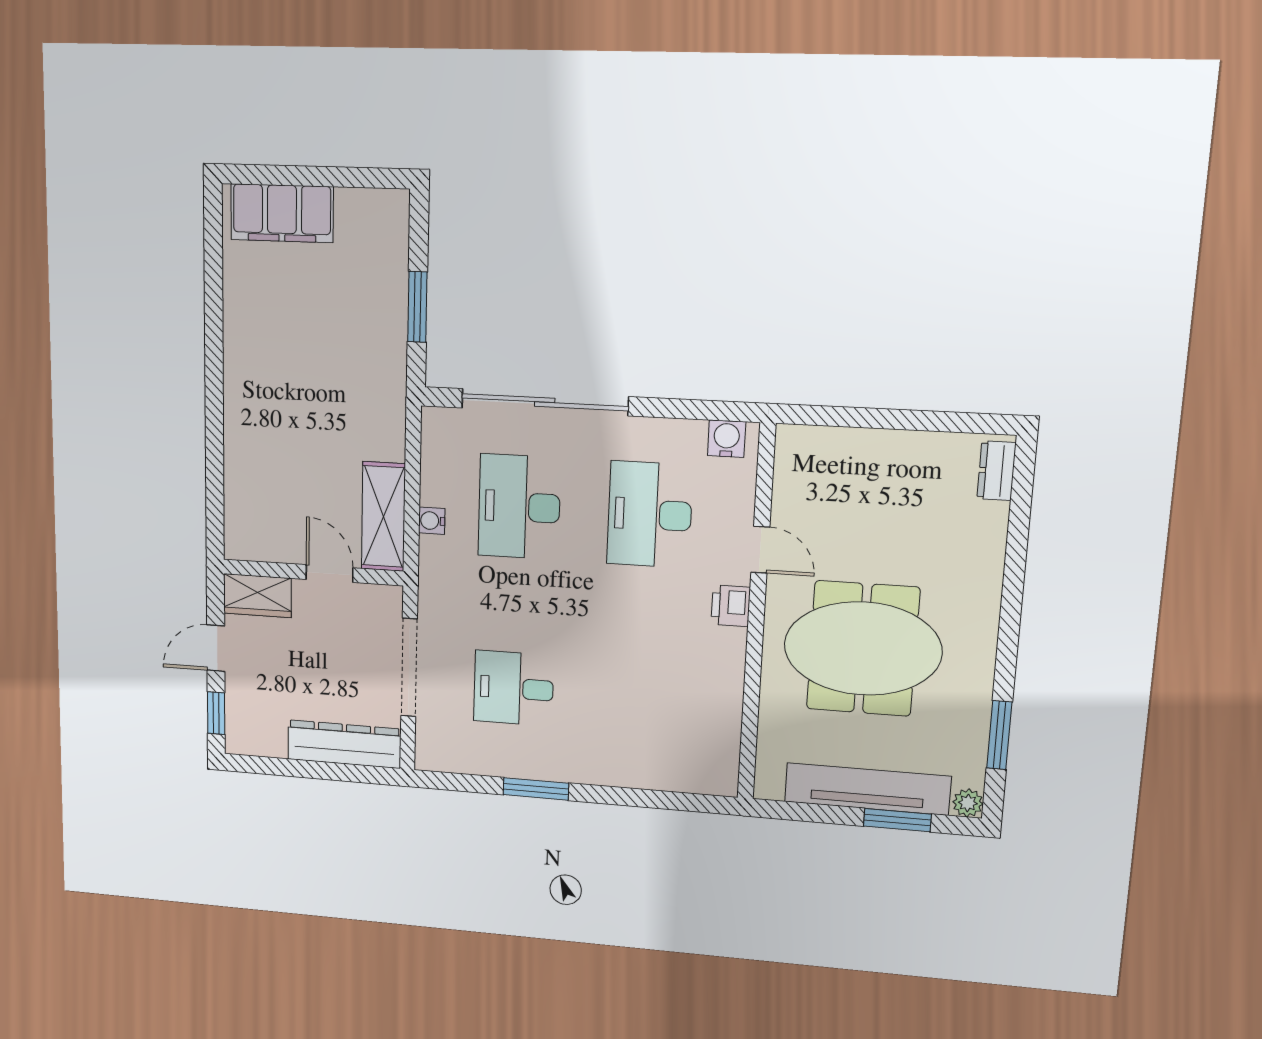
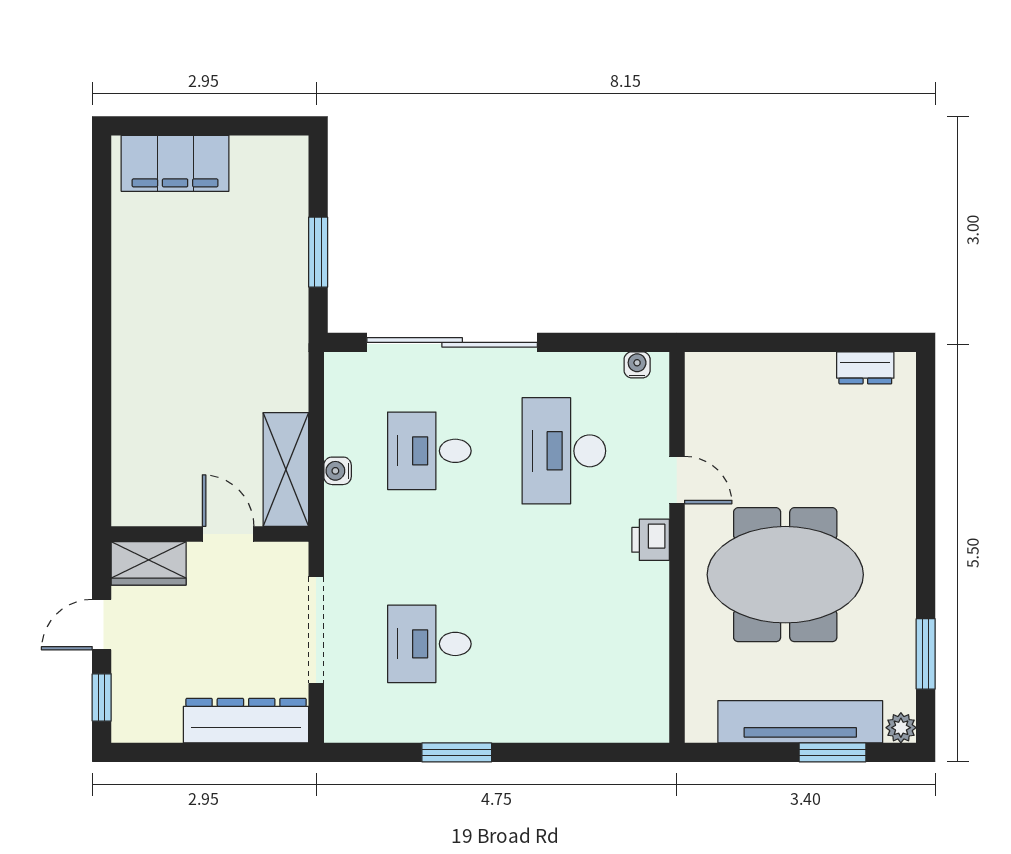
water cooler: (727, 439) -> (637, 365), width x0.72, depth x0.72
dresser: (996, 471) -> (865, 368), moved, turned -90
desk: (519, 507) -> (429, 451), width x0.73

